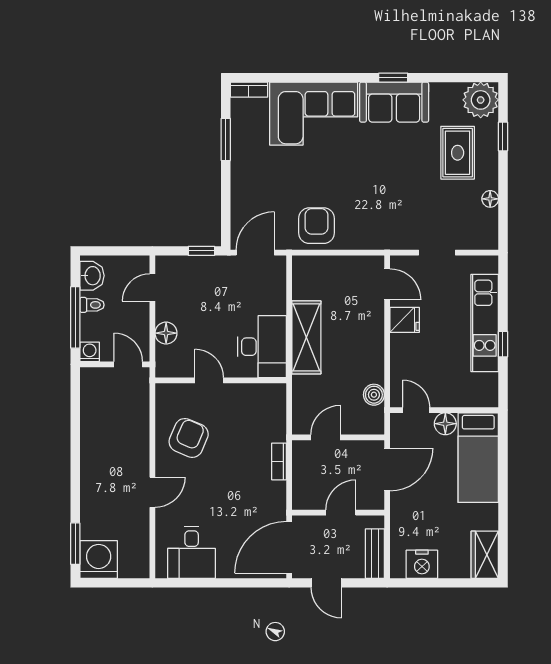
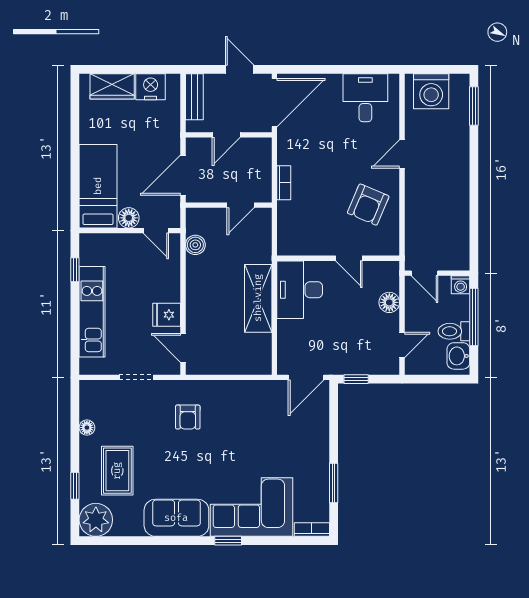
window: (393, 78) -> (228, 541), moved
armchair: (316, 226) -> (188, 417), moved, width x0.72, depth x0.72
toilet: (92, 305) -> (454, 331), width x1.37, depth x1.39
window: (503, 344) -> (75, 270), moved
wardrobe: (485, 555) -> (112, 86), moved, turned 90
washing machine: (99, 559) -> (431, 91), moved

